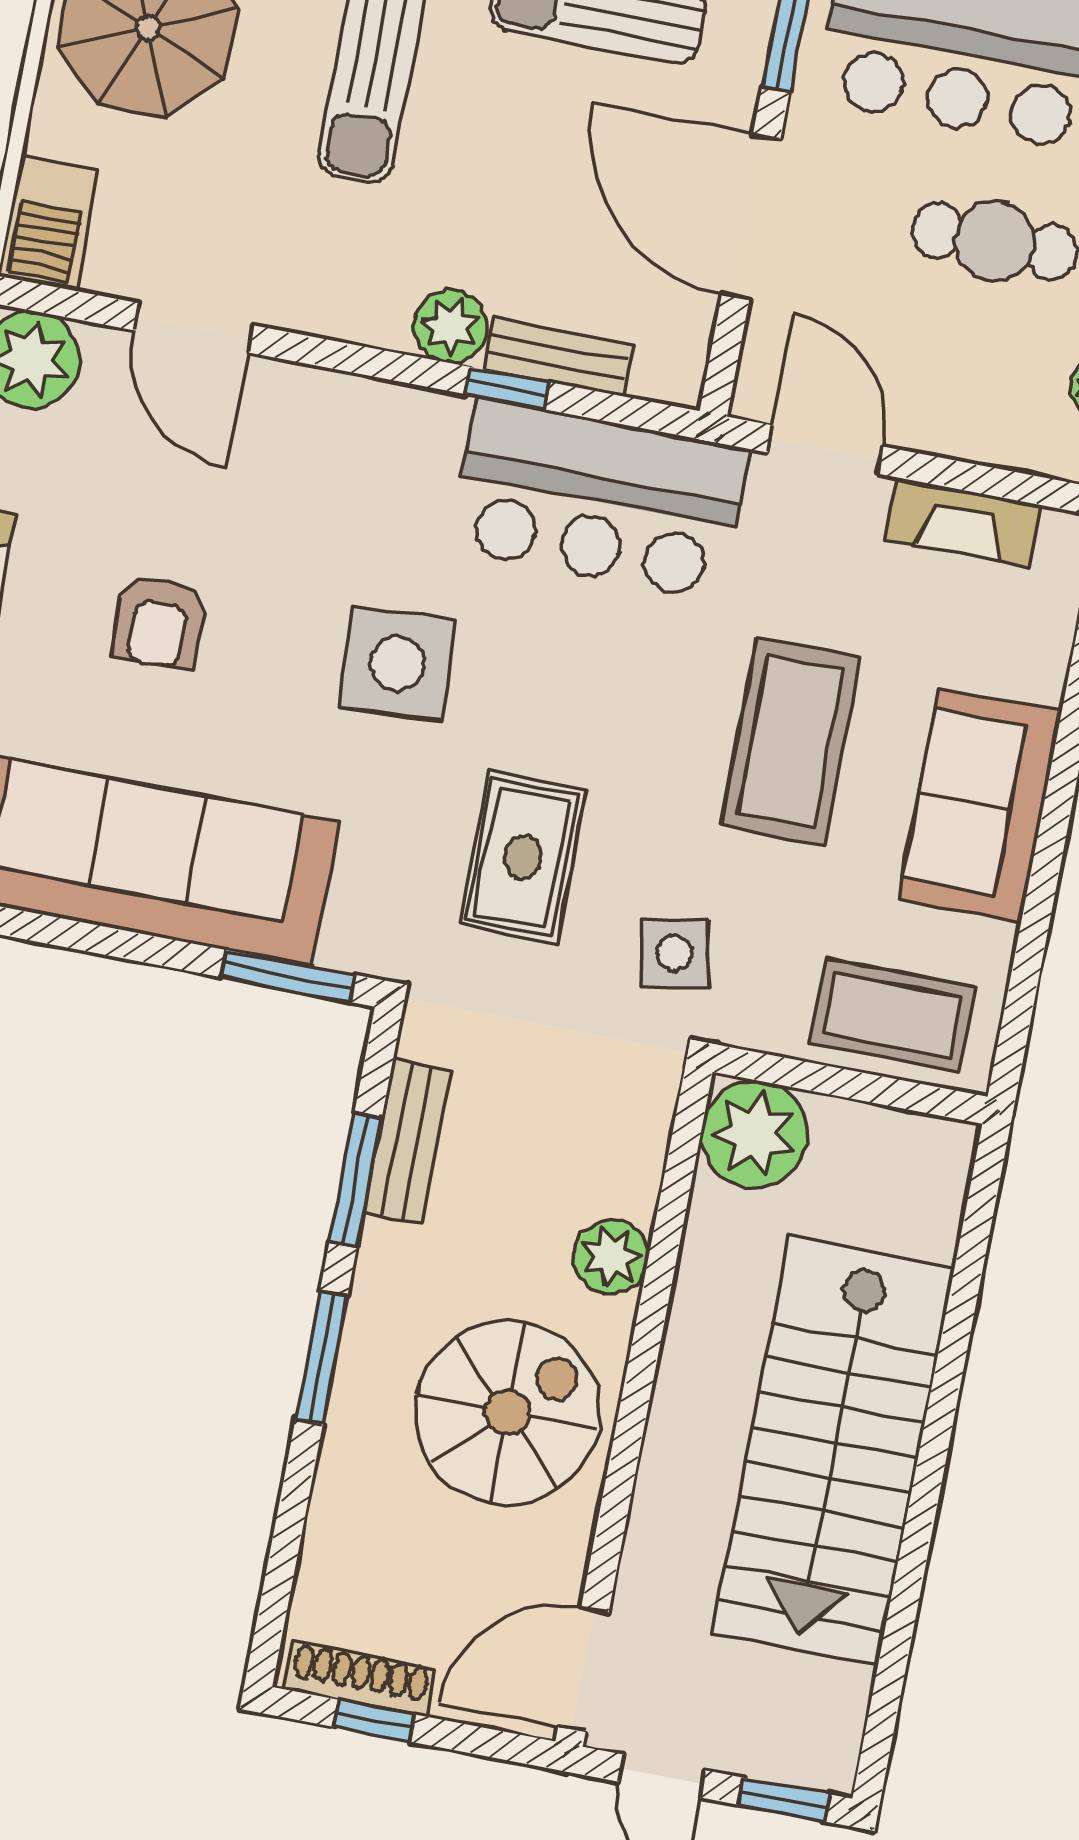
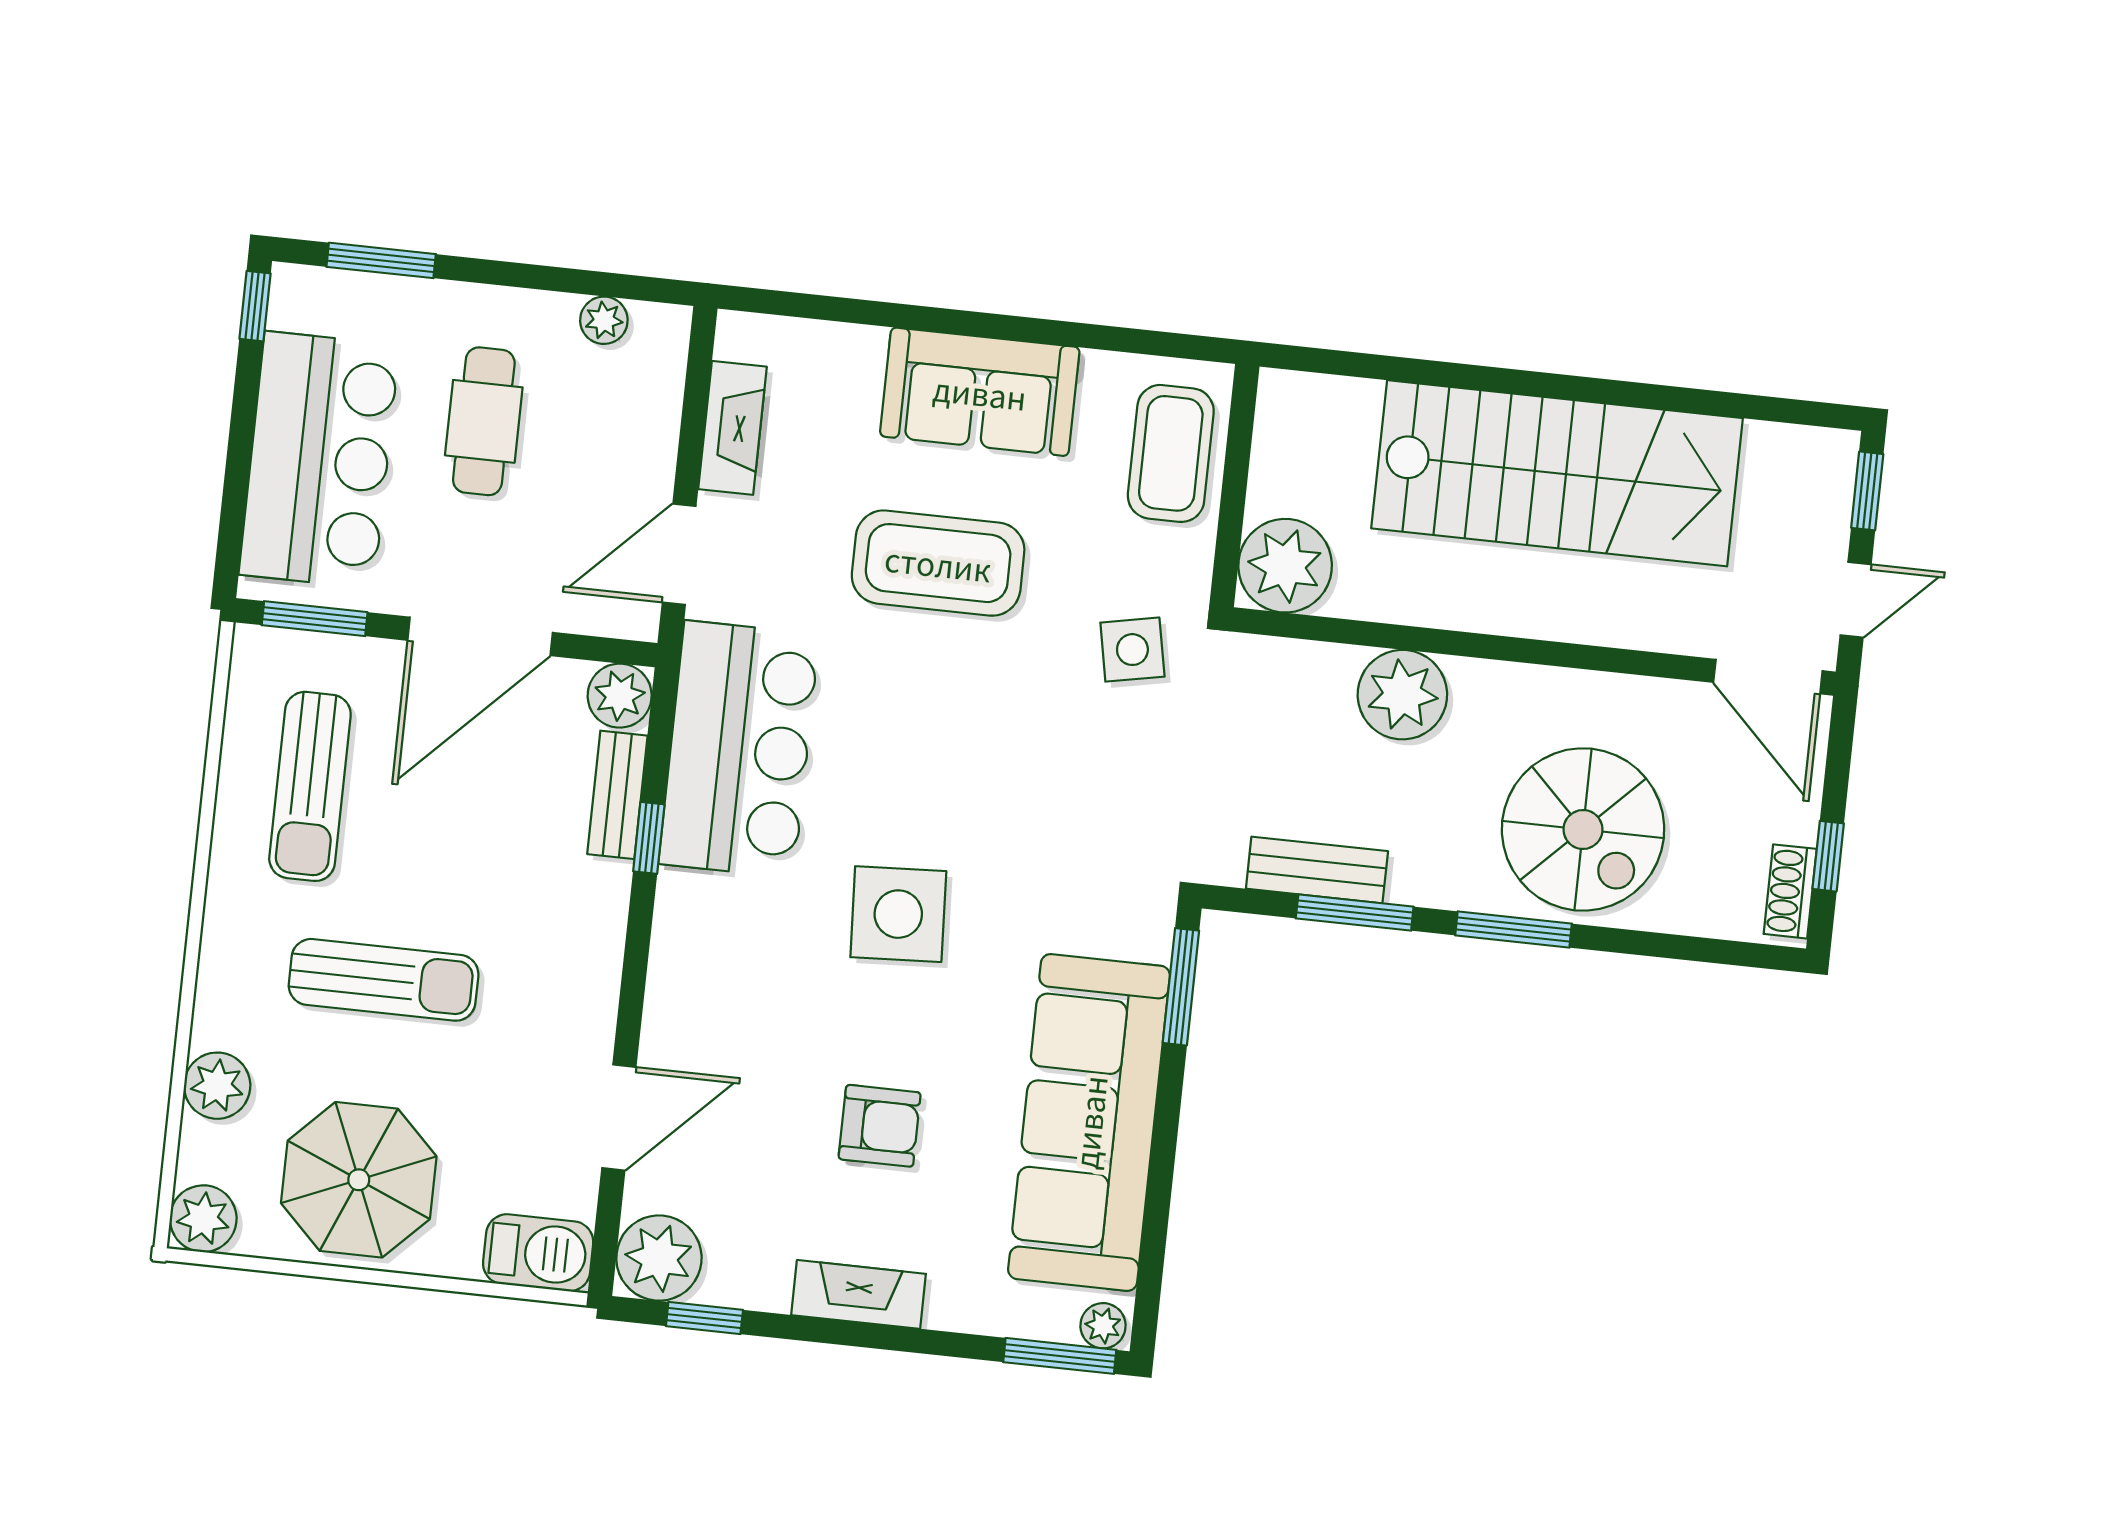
plant: (450, 326) -> (620, 696), moved
rug: (522, 857) -> (1060, 790), removed
plant: (611, 1257) -> (1402, 695), width x1.36, depth x1.36
spiral stairs: (507, 1412) -> (1583, 829), moved, turned 180
shoe rack: (360, 1679) -> (1790, 891), width x0.70

